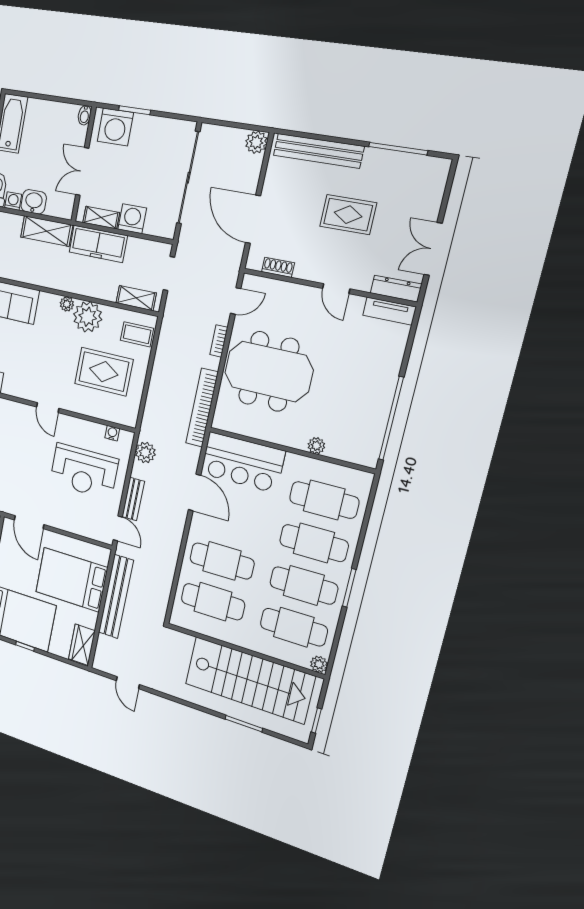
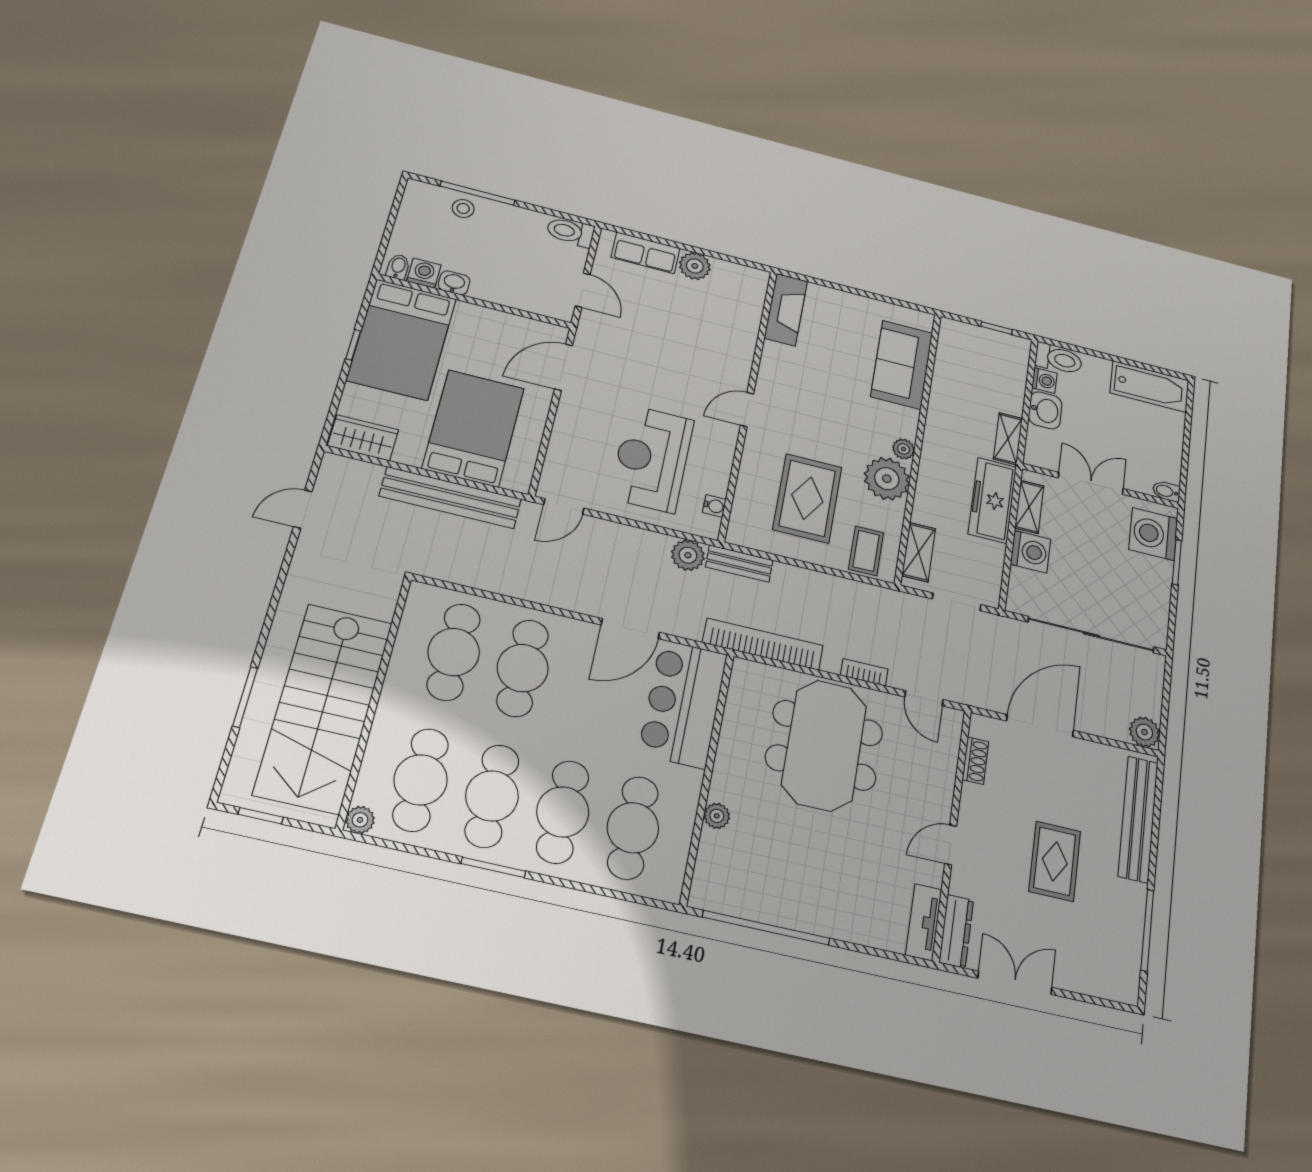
shelving: (47, 231) -> (1008, 439), width x0.67, depth x0.75
bench: (133, 499) -> (739, 564), moved

